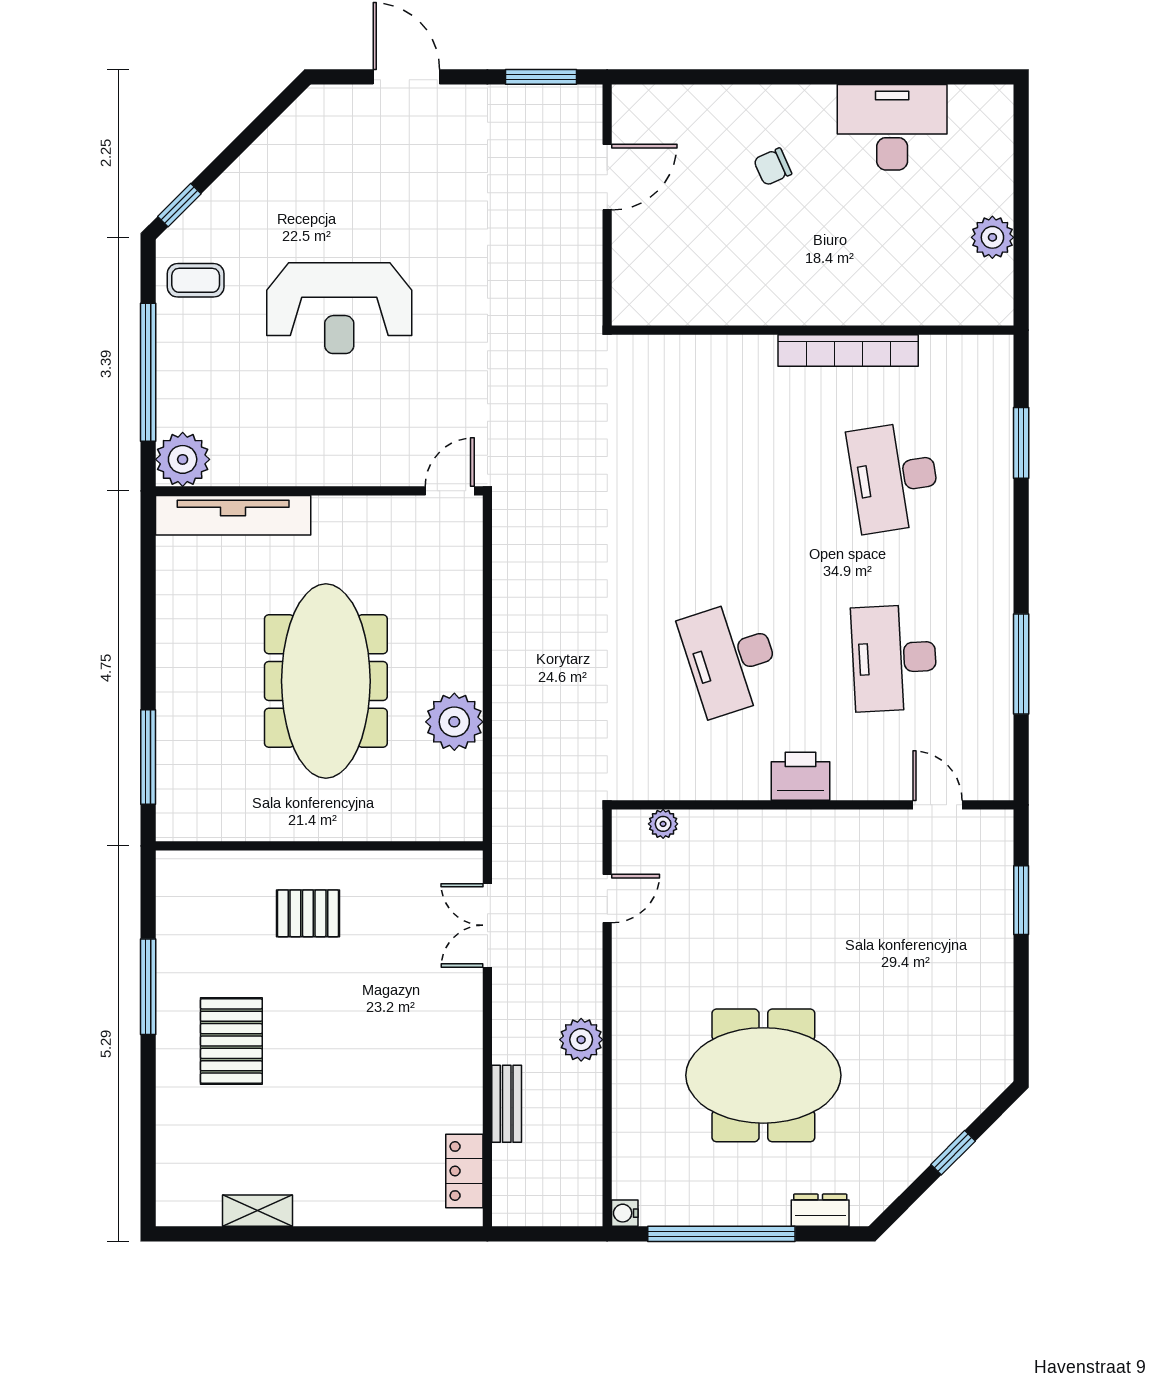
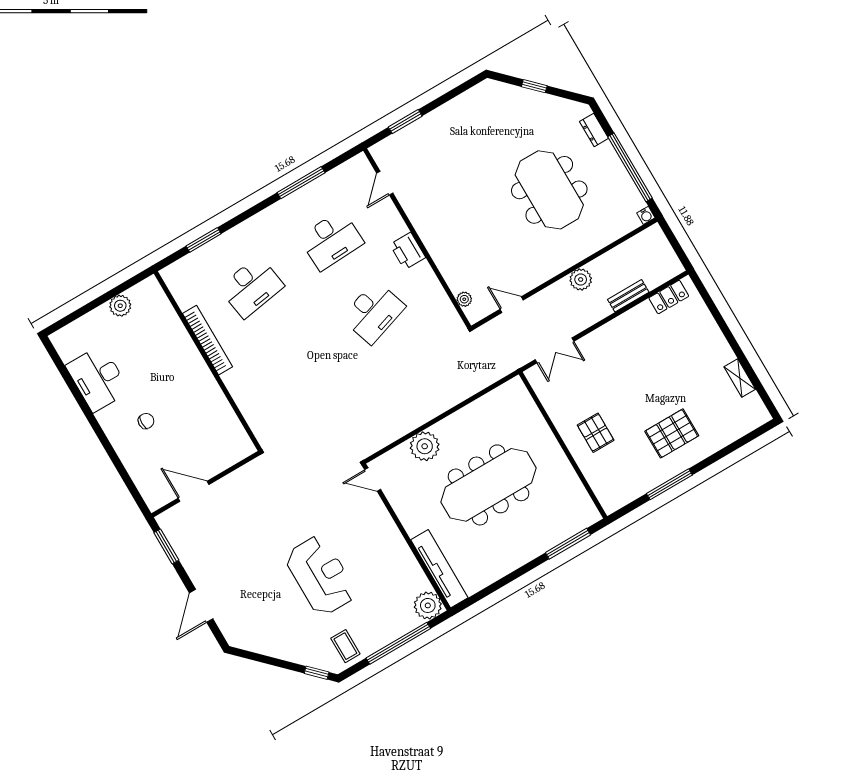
chair: (773, 167) -> (146, 421), turned -66
plant: (454, 722) -> (425, 446), moved

